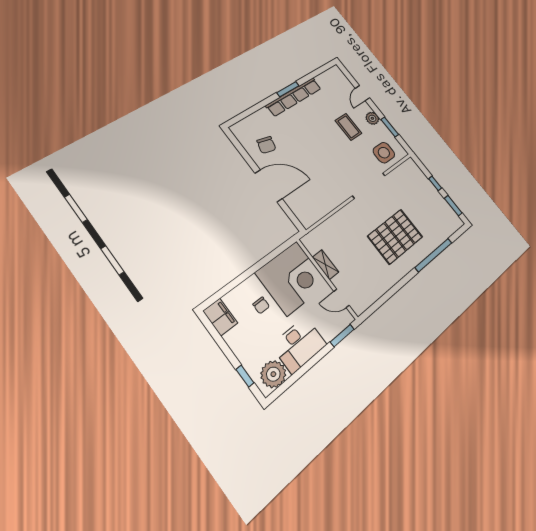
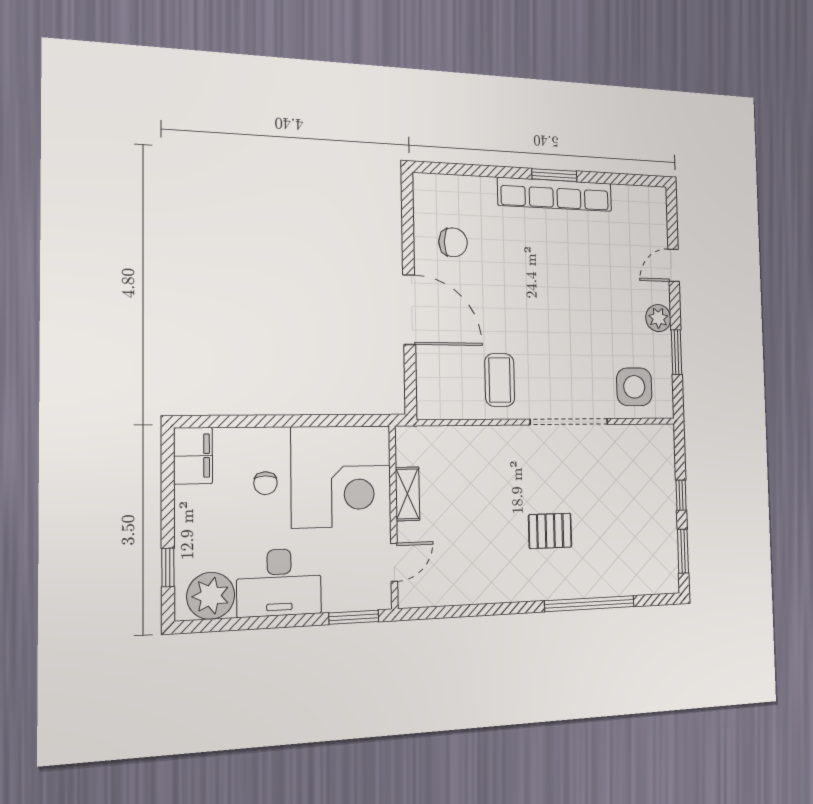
coffee table: (348, 127) -> (500, 380), moved
chair: (266, 145) -> (453, 242), turned -105
pallet: (395, 237) -> (550, 531), width x0.49, depth x0.50
door: (342, 298) -> (394, 562), swing flipped

